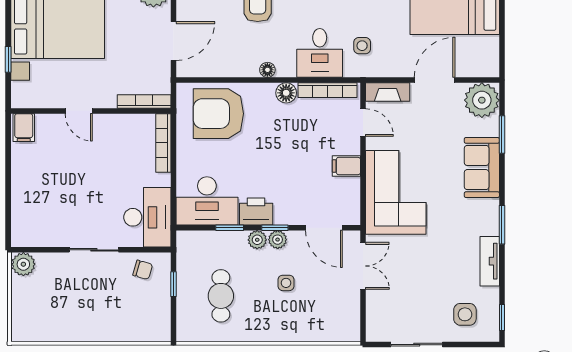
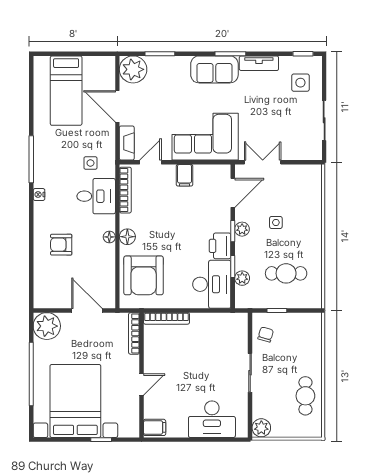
floor lamp: (286, 93) -> (127, 237), moved
sofa: (482, 168) -> (214, 69), moved
desk: (147, 217) -> (212, 419), moved, turned 180
plant: (257, 240) -> (242, 278), moved
cafe table: (64, 321) -> (305, 396), added

